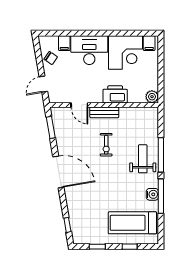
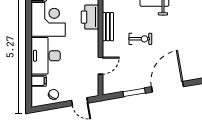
printer: (115, 94) -> (90, 17), moved
bench: (104, 112) -> (108, 27), moved
window: (51, 127) -> (134, 92), moved

